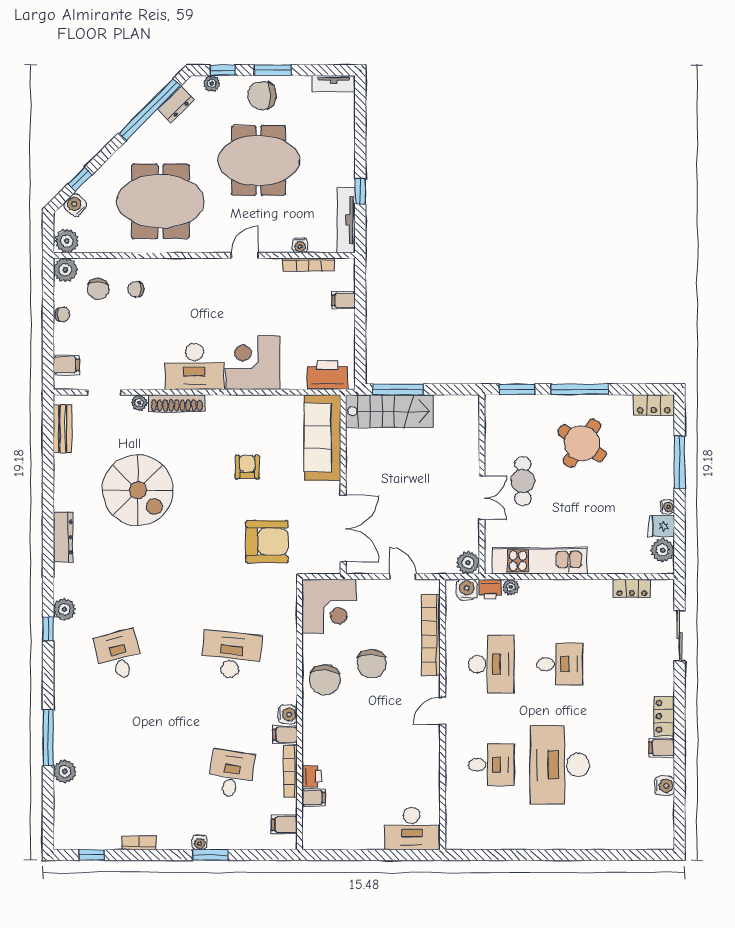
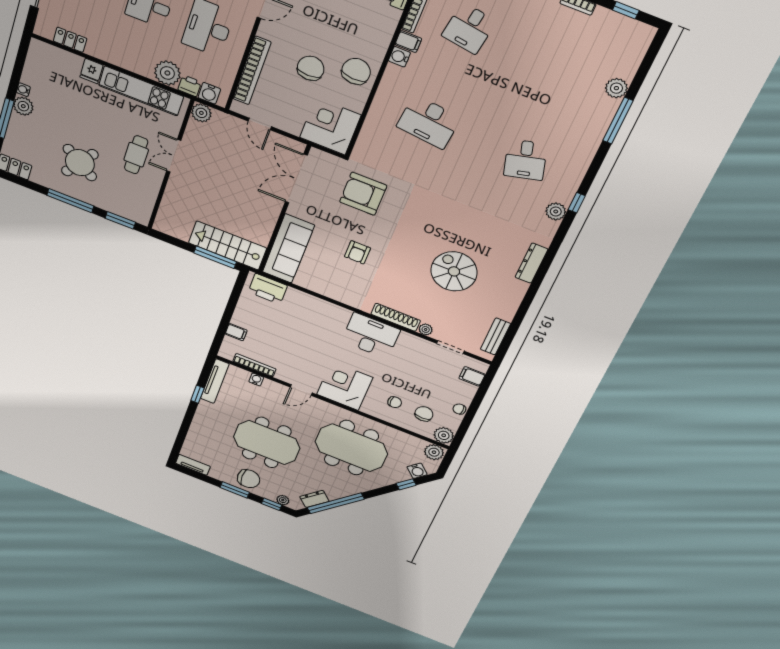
corner desk: (253, 363) -> (345, 386), moved, turned 180
spiral stairs: (138, 490) -> (454, 271), width x0.73, depth x0.73
fridge: (662, 526) -> (91, 71), moved, turned 90
plant: (662, 550) -> (23, 106), moved
plant: (511, 587) -> (167, 73), width x1.87, depth x1.87

